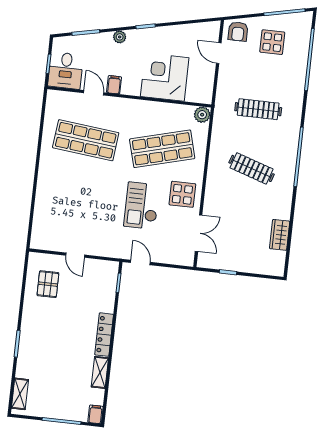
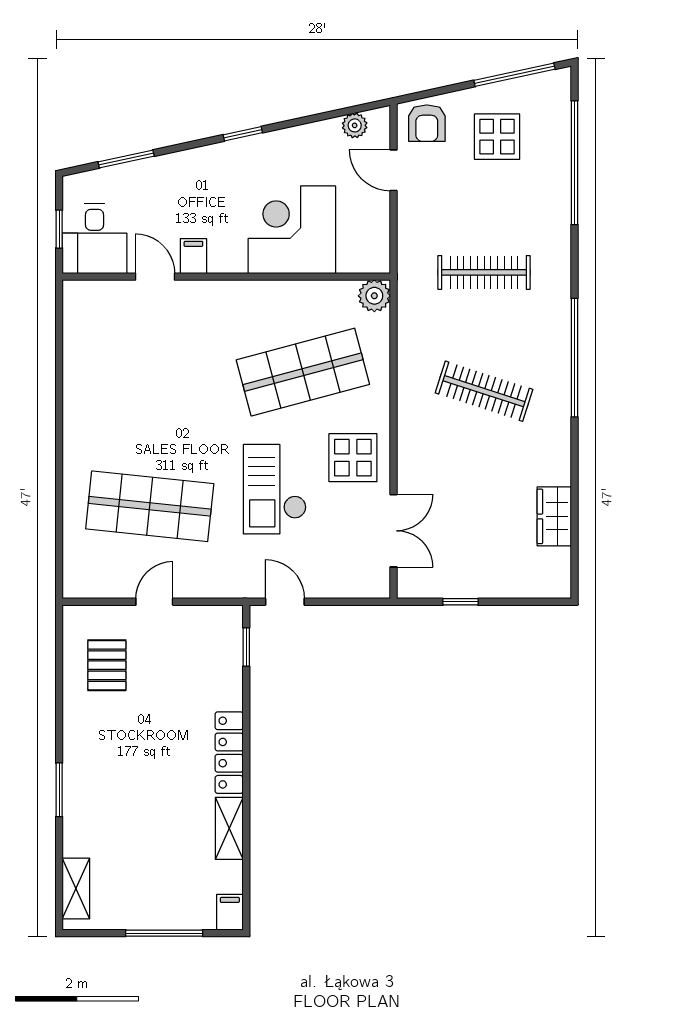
plant: (120, 37) -> (355, 125), moved
shop shelf: (86, 140) -> (150, 506), moved
door: (75, 255) -> (154, 602), swing flipped

